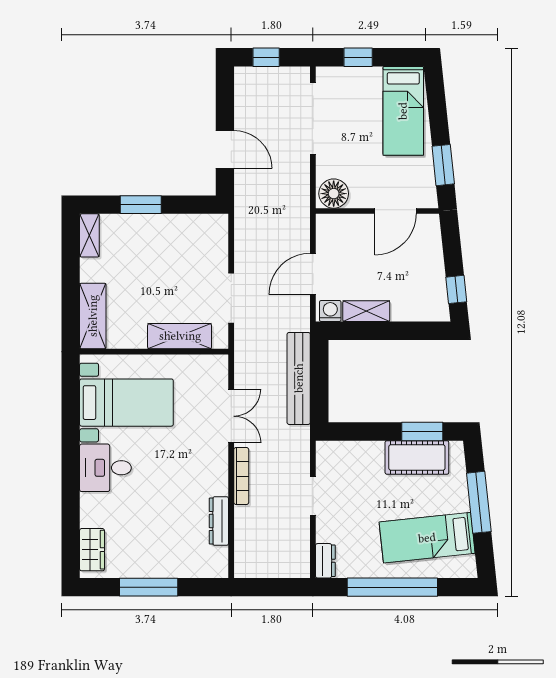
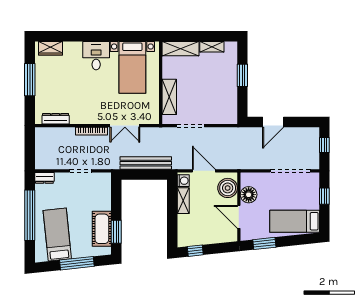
floor lamp: (334, 194) -> (249, 195), moved
boiler: (343, 231) -> (228, 188), added
shelving: (89, 235) -> (212, 47), moved
dresser: (219, 521) -> (56, 119), moved

